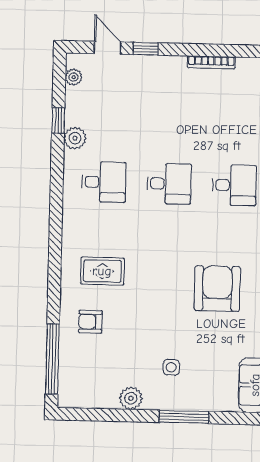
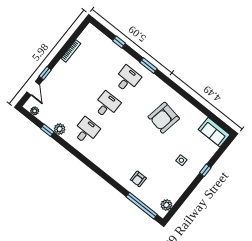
door: (107, 48) -> (33, 88), swing flipped
rug: (102, 271) -> (122, 159), removed
armchair: (217, 289) -> (164, 118), turned -80
plant: (131, 398) -> (166, 205), moved
window: (184, 417) -> (205, 170), width x0.46

